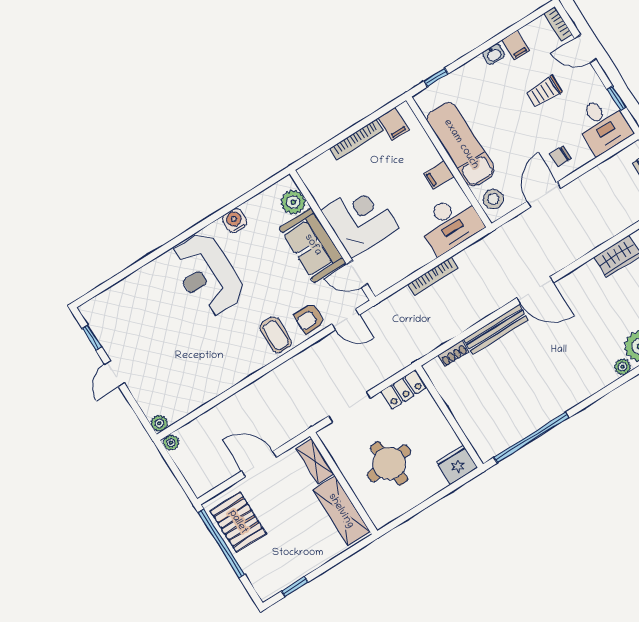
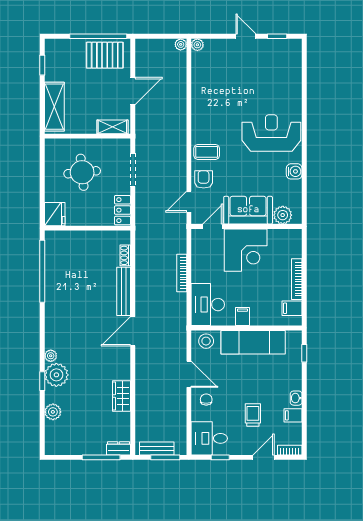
shelving: (341, 511) -> (54, 107), moved, turned 90

